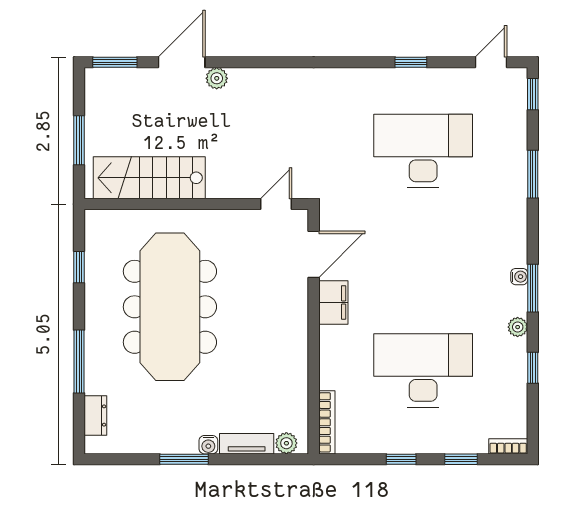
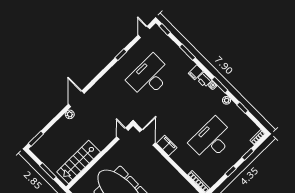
door: (182, 62) -> (76, 99), moved
filing cabinet: (512, 224) -> (196, 72), added
printer: (514, 252) -> (204, 80), added

